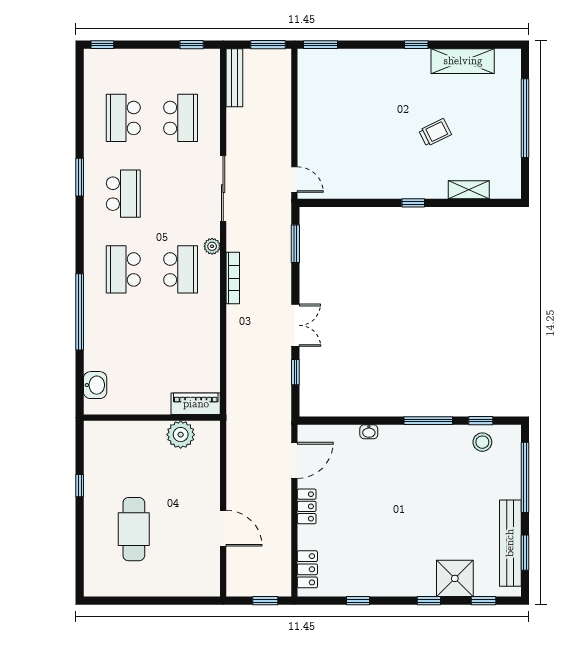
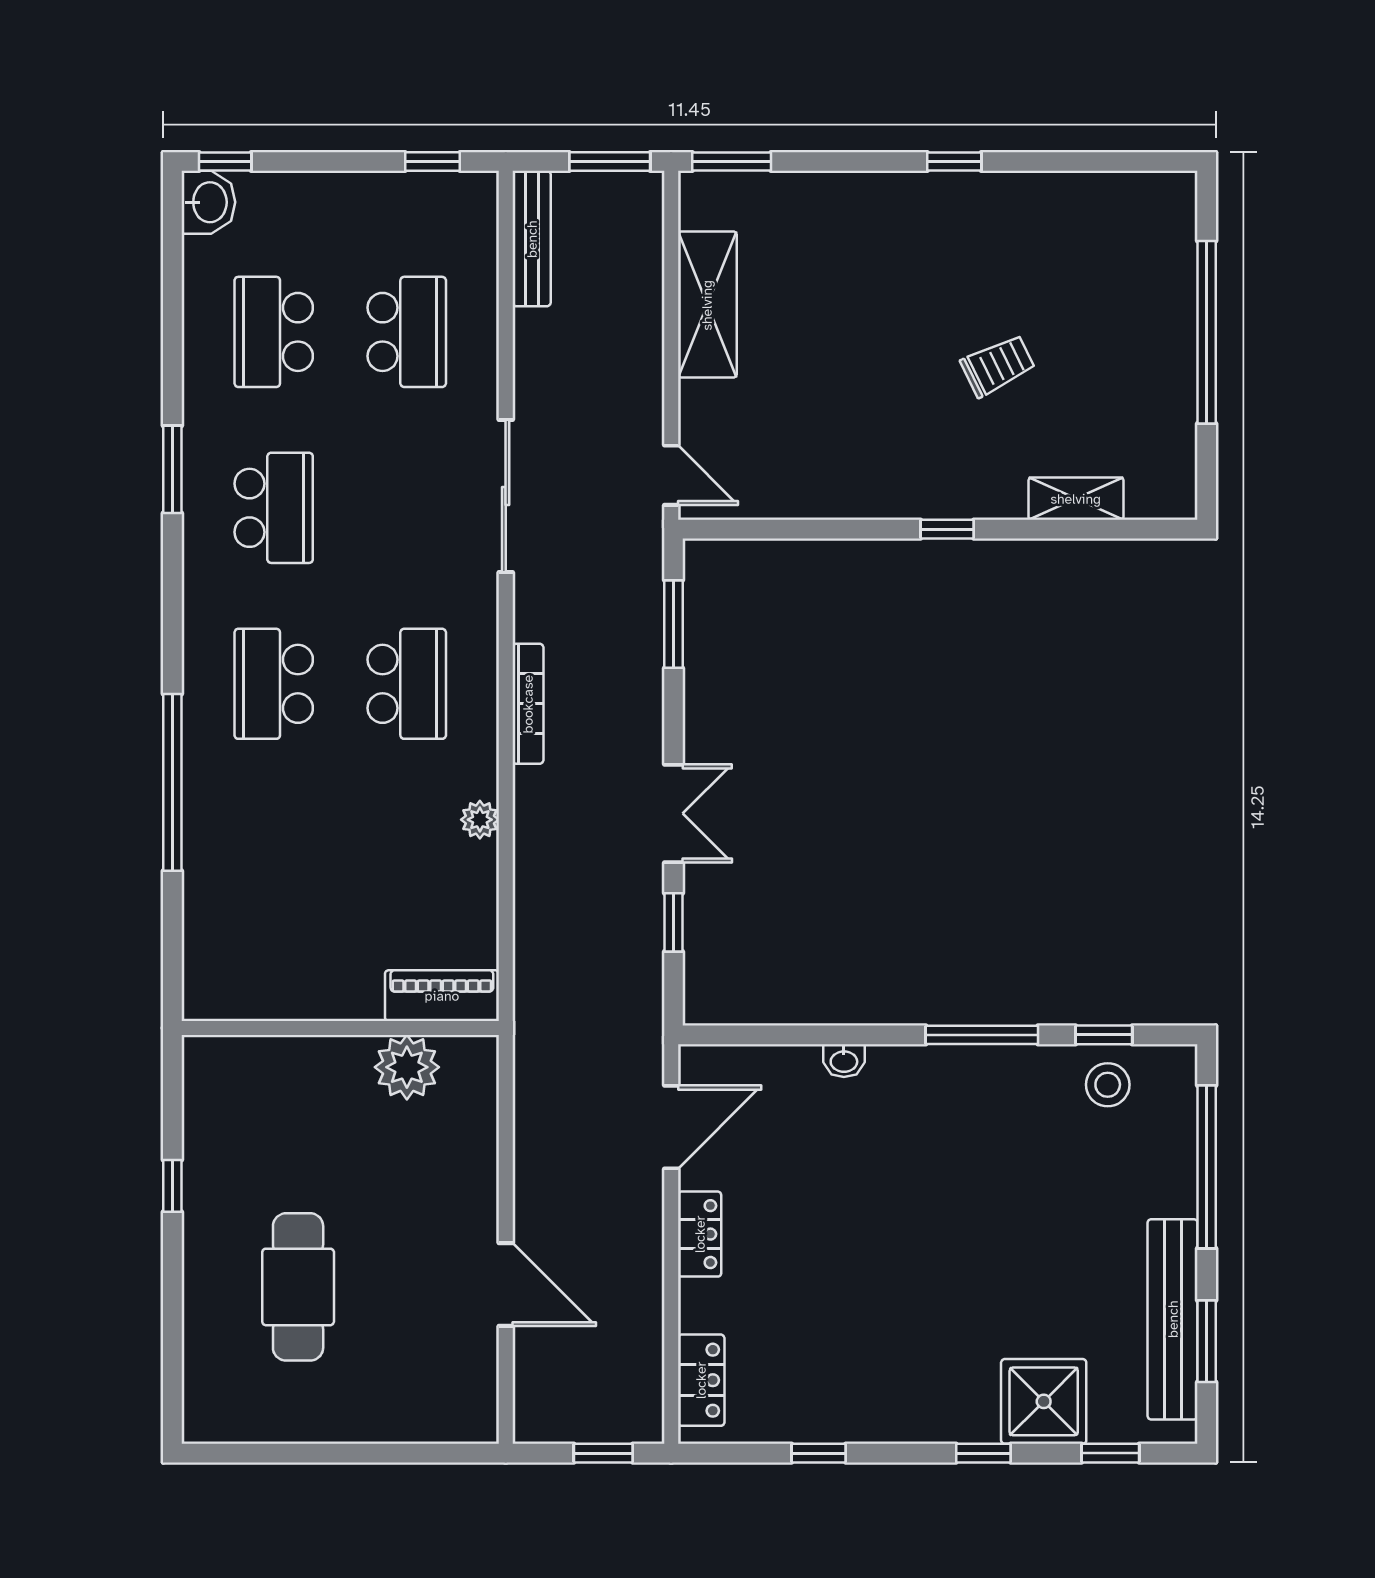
shelving: (463, 61) -> (707, 305), moved, turned 90
plant: (212, 246) -> (480, 820), moved
washbasin: (95, 385) -> (208, 202), moved

